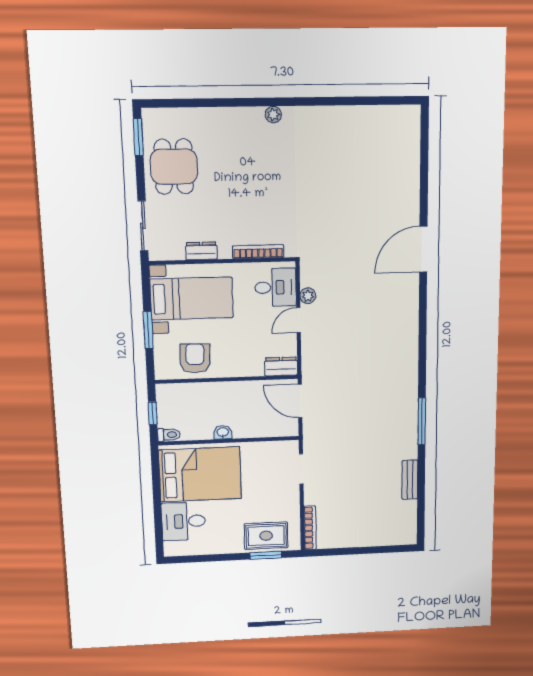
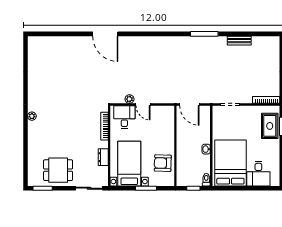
dresser: (281, 366) -> (169, 115), removed
door: (300, 401) -> (189, 105), hinge flipped

